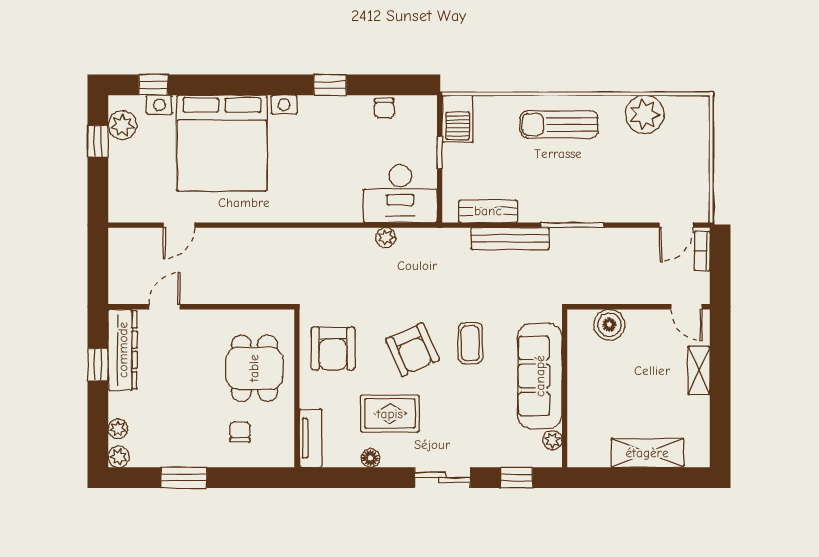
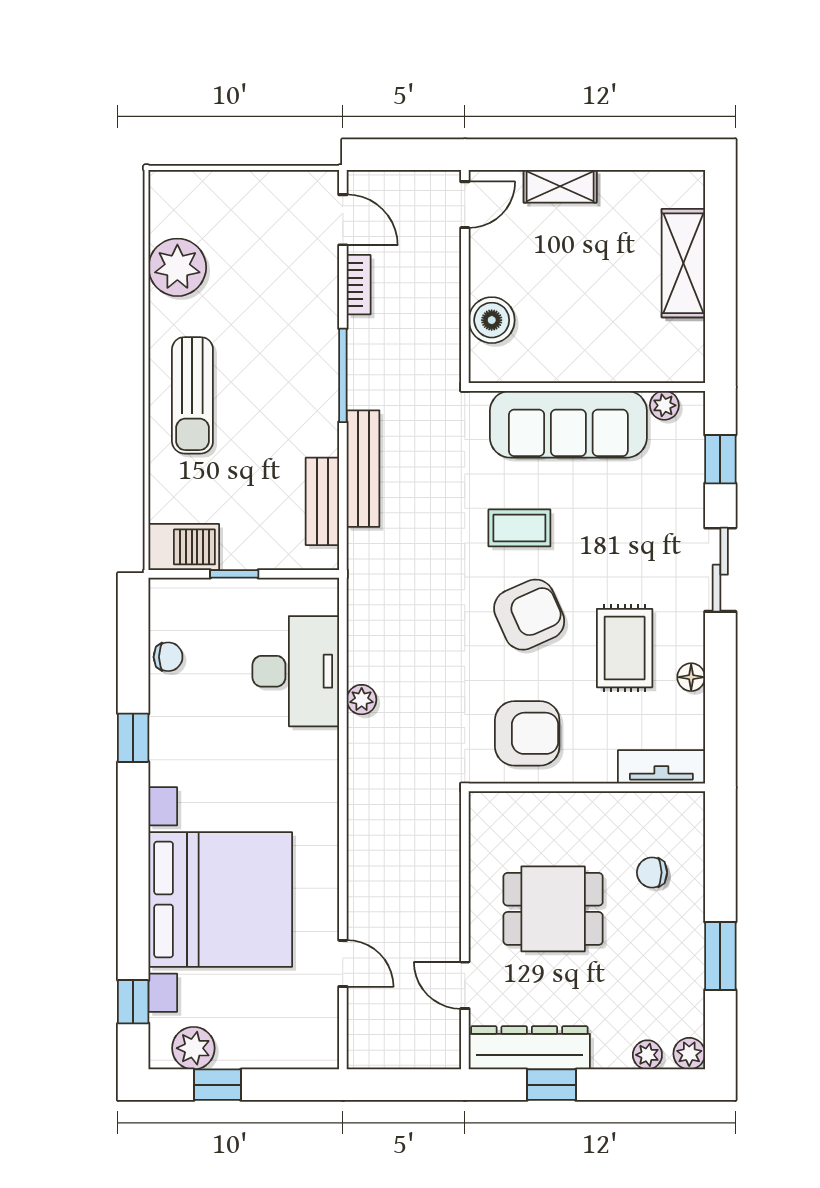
desk: (400, 194) -> (296, 671), moved
plant: (386, 238) -> (362, 700), moved
bookcase: (702, 251) -> (359, 285), moved, turned -90
dining table: (254, 368) -> (553, 909), moved

